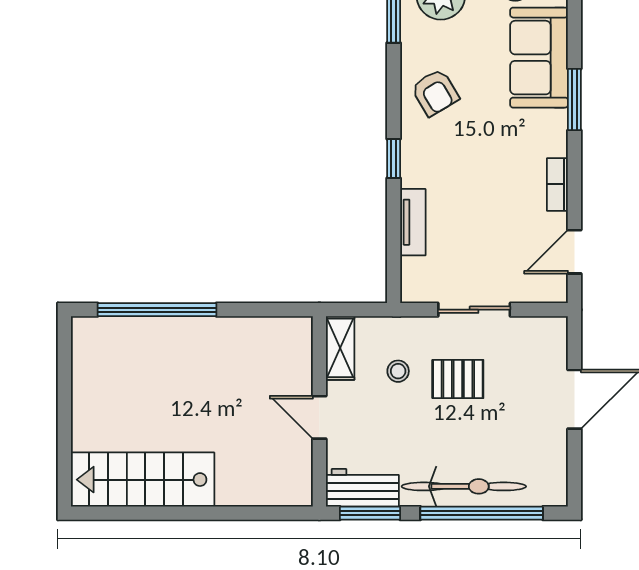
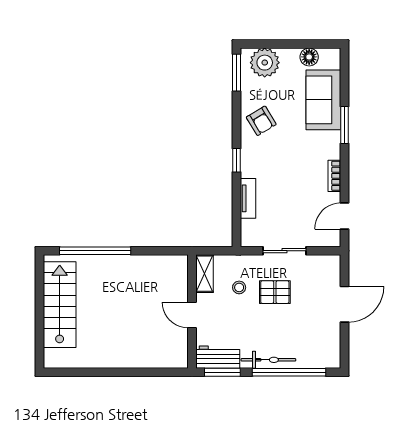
stairs: (143, 480) -> (60, 305), moved, turned 90
bicycle: (464, 486) -> (268, 360), width x0.73, depth x0.71

